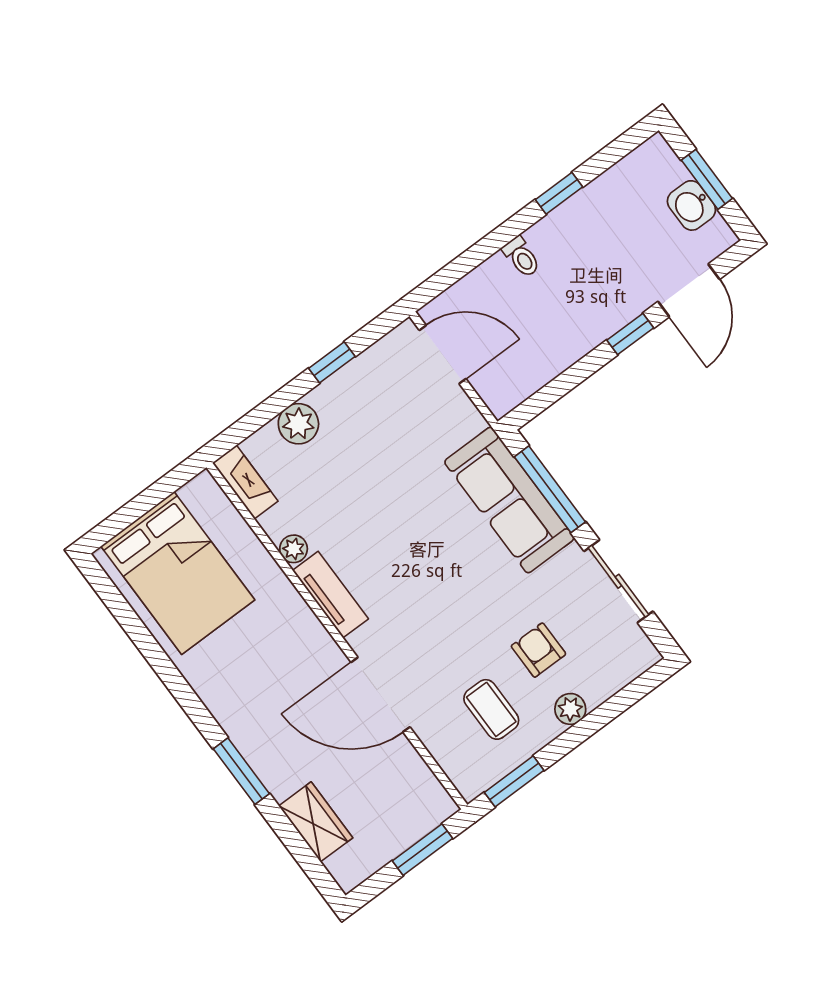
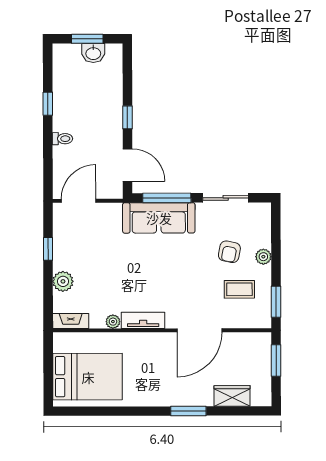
door: (689, 290) -> (128, 165), moved
armchair: (538, 650) -> (229, 252), turned -79

